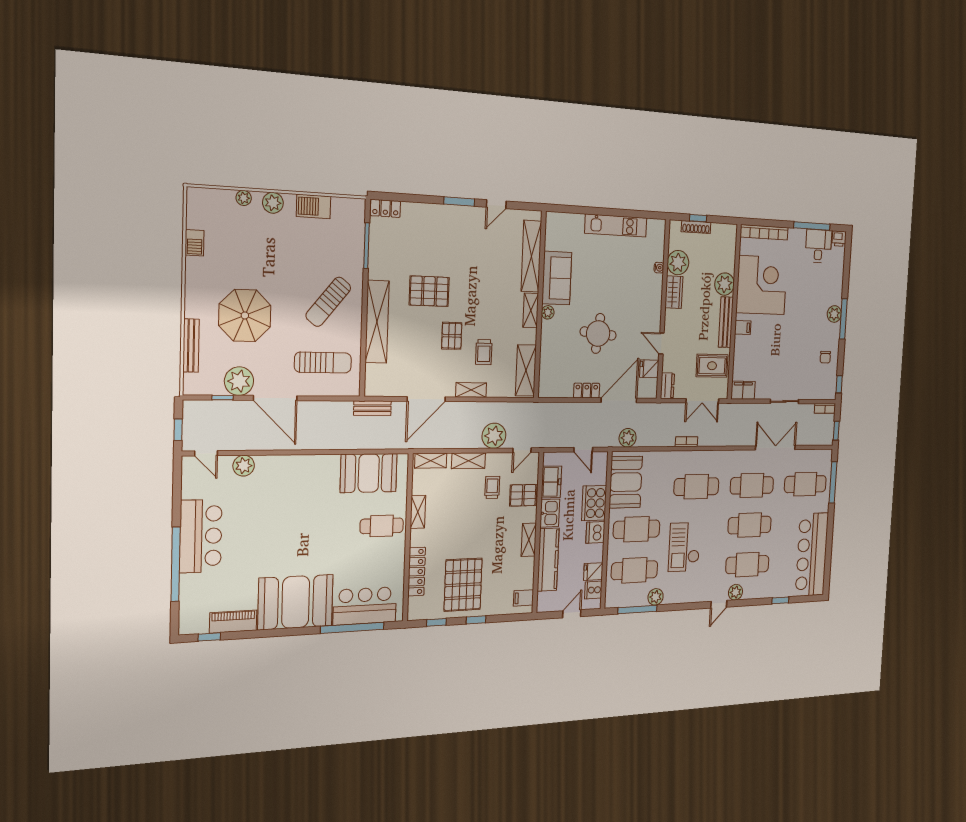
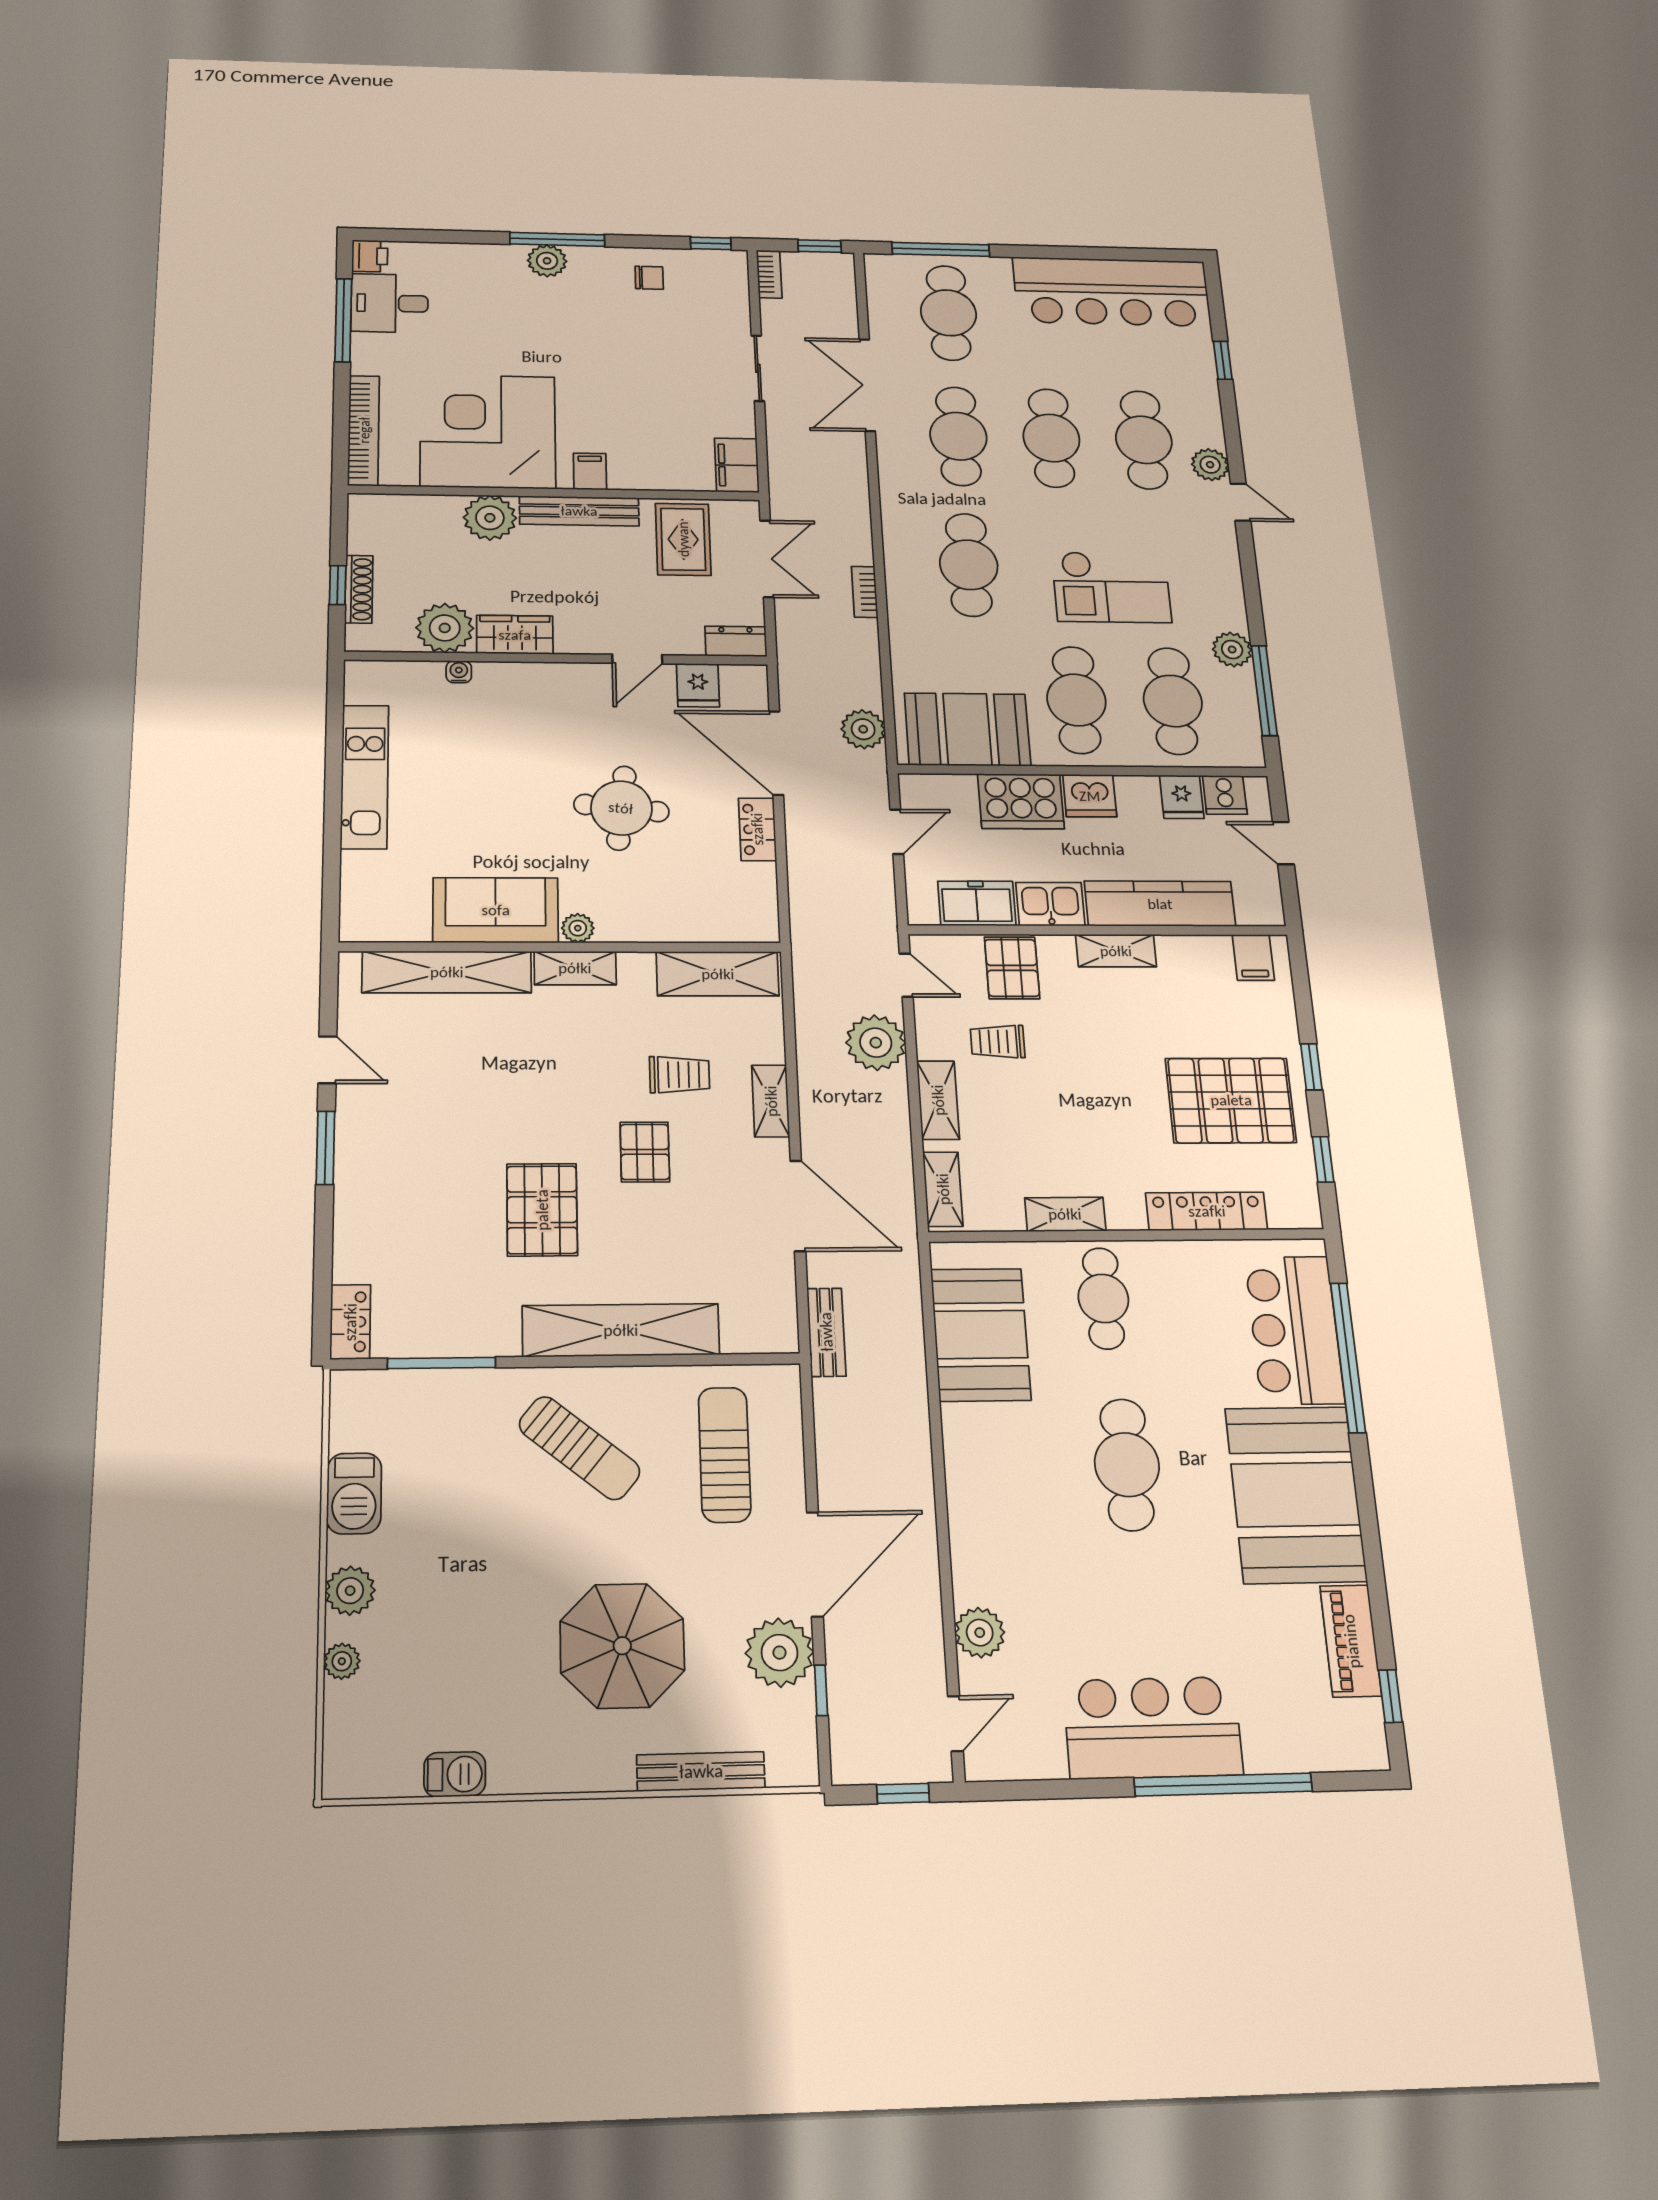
pallet: (452, 336) -> (645, 1152), turned 90
cafe table: (311, 532) -> (1127, 1465), added

